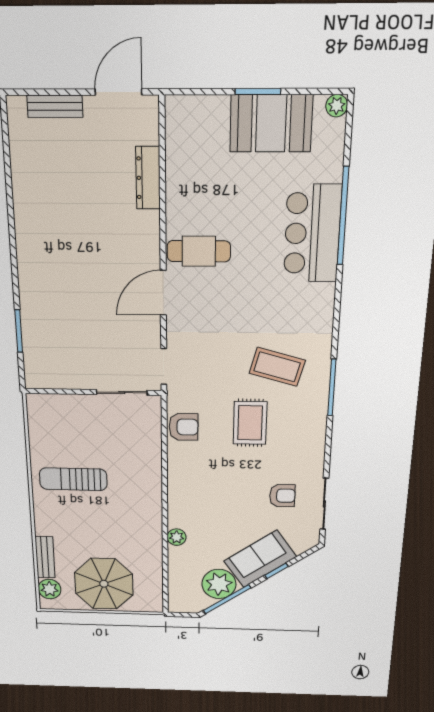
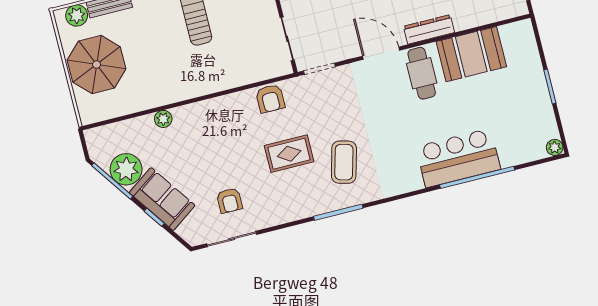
booth: (271, 123) -> (471, 54), moved, turned 90
dresser: (148, 178) -> (429, 29), moved

